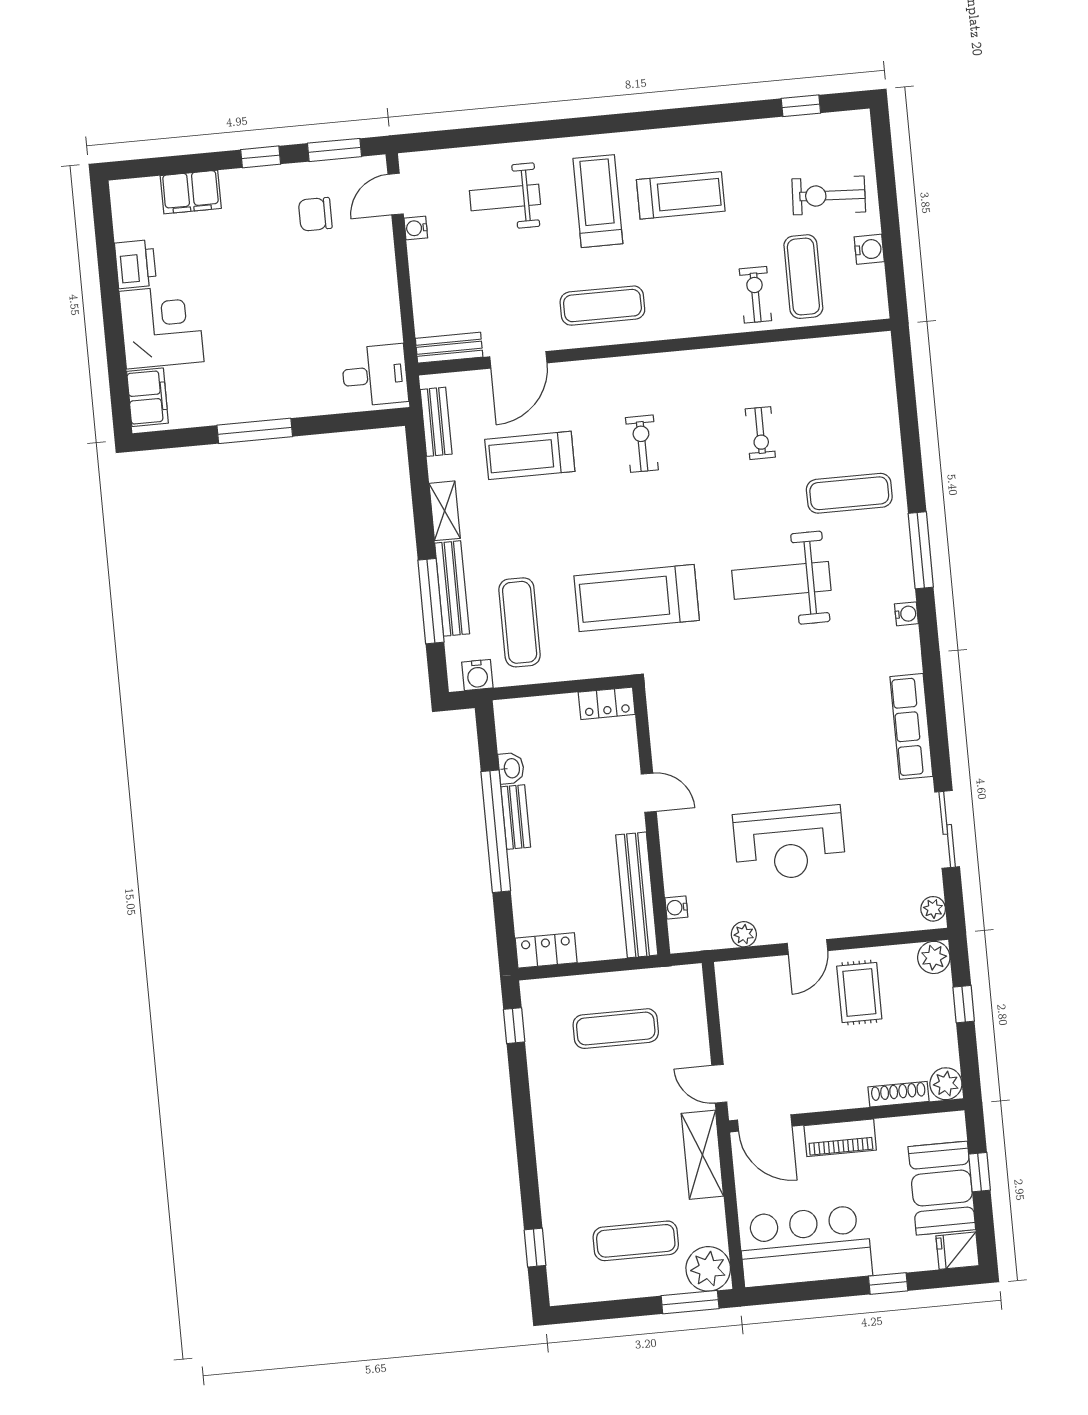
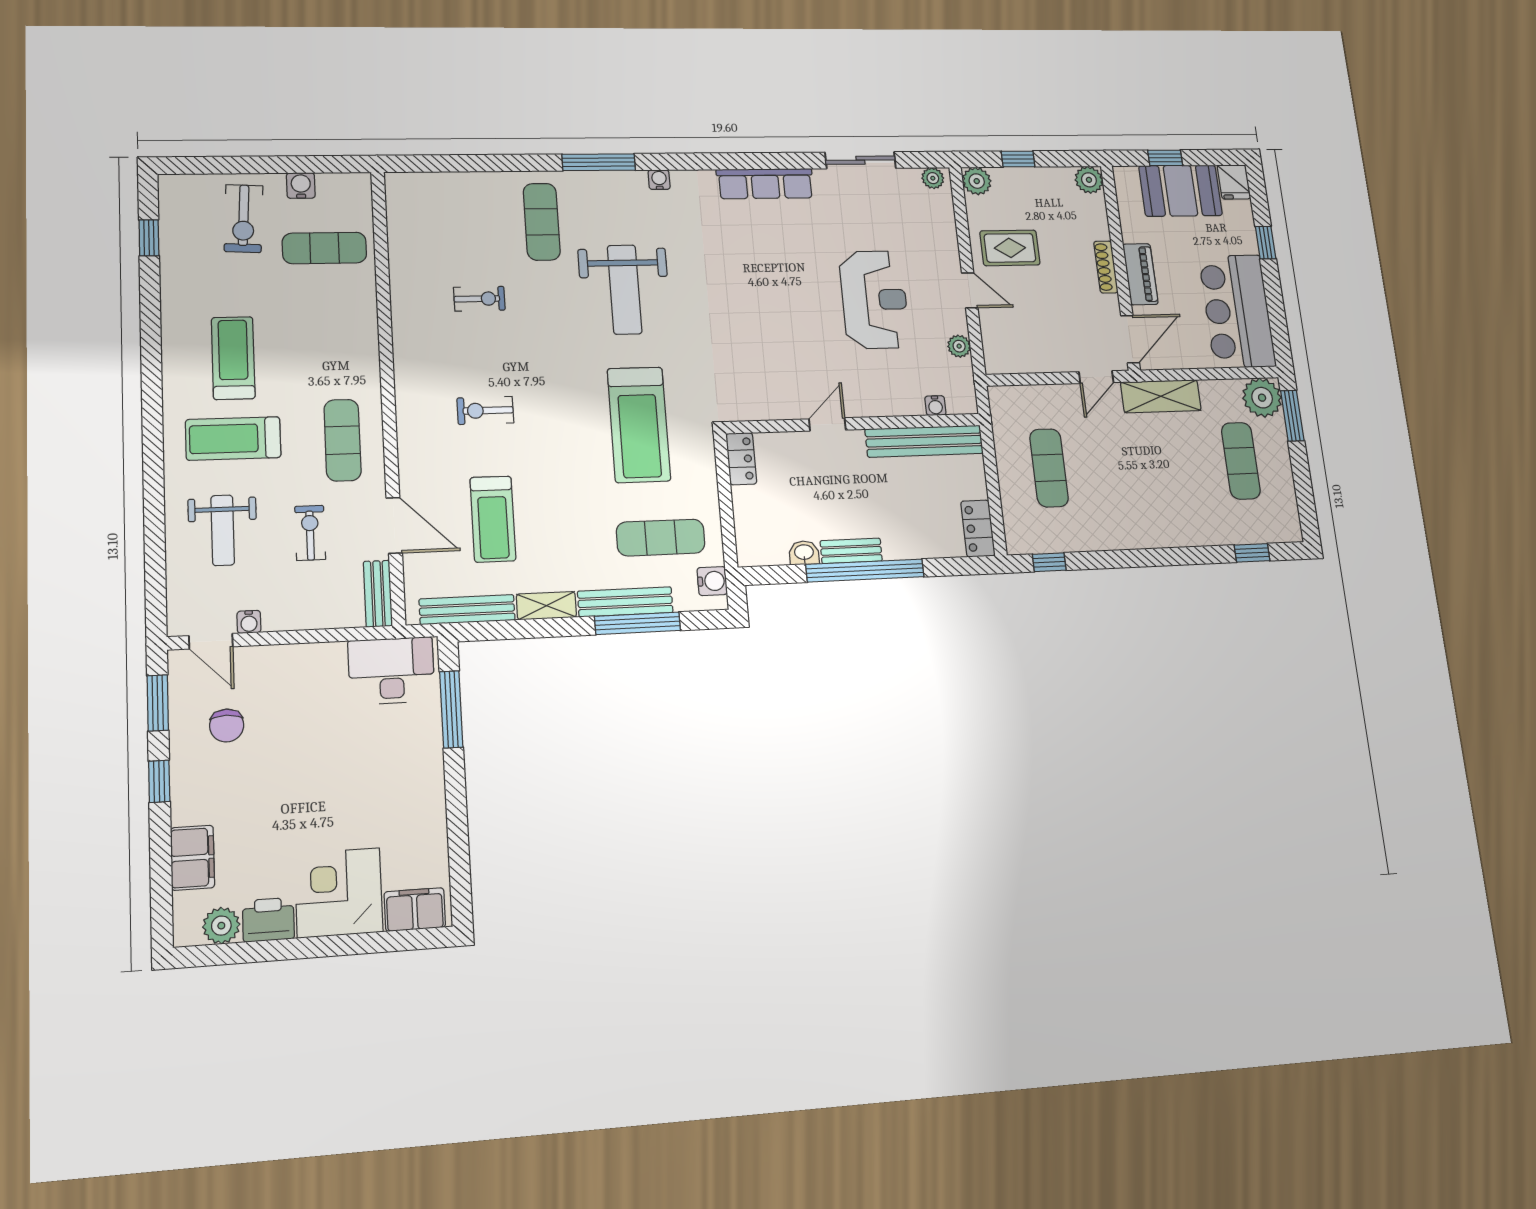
plant: (129, 222) -> (221, 926), added
exercise bike: (755, 295) -> (310, 533), moved, turned 90
desk: (375, 375) -> (391, 671), width x1.37
bench: (436, 422) -> (467, 610), width x1.36
window: (255, 431) -> (451, 709), moved
shoe rack: (898, 1094) -> (1106, 267), moved

